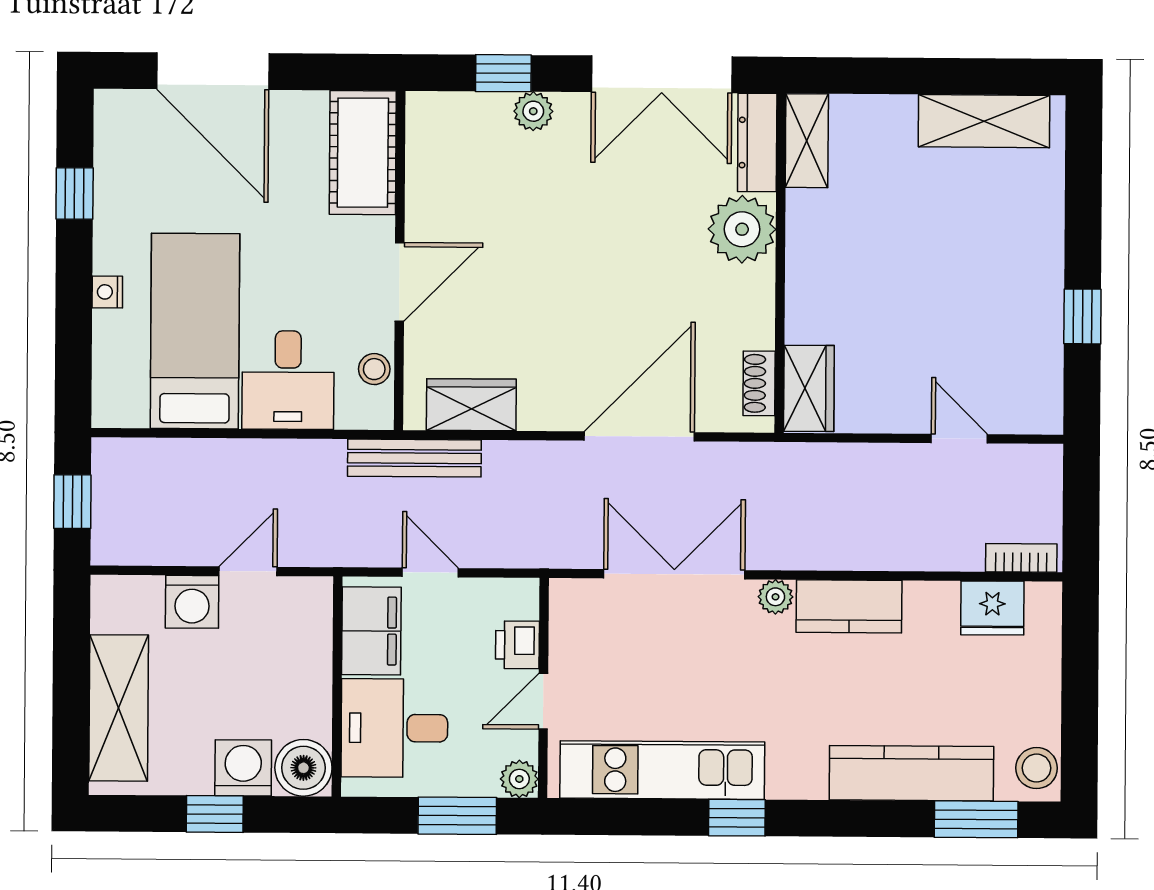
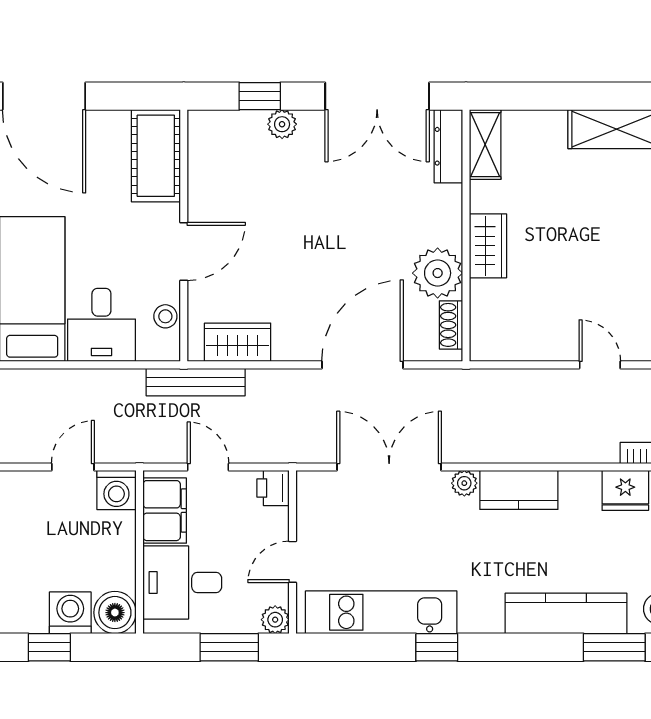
plant: (742, 229) -> (438, 273), moved
wardrobe: (809, 388) -> (488, 246), moved
washing machine: (192, 602) -> (116, 490), moved
printer: (517, 645) -> (273, 488), moved

